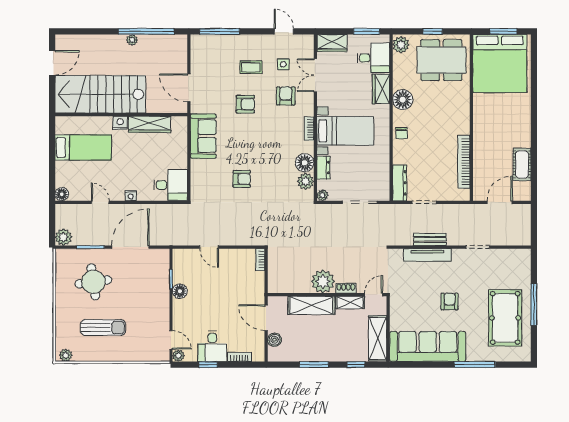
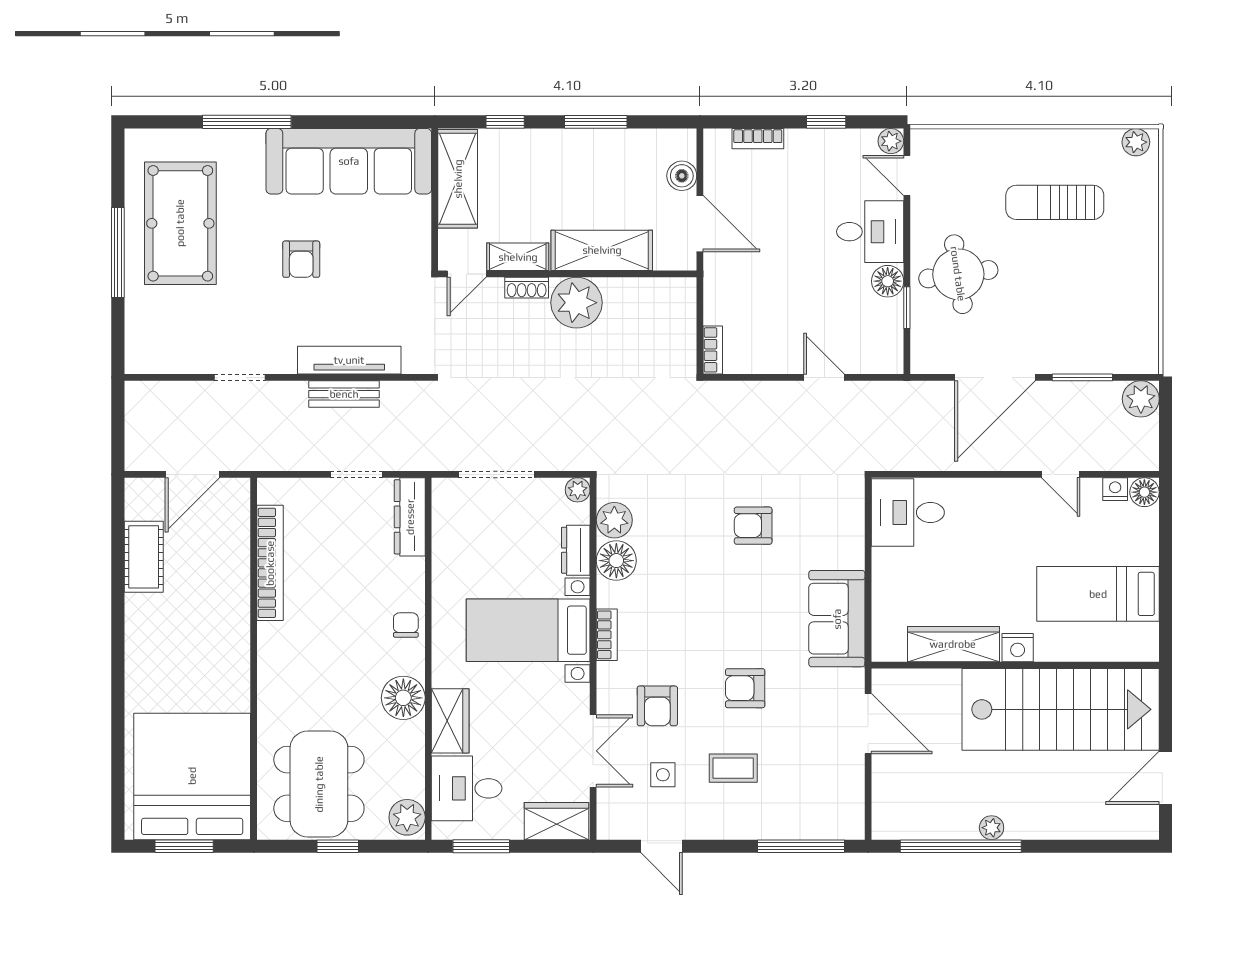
dining table: (441, 60) -> (319, 784), turned 90
nightstand: (131, 196) -> (1115, 489), moved
round table: (93, 282) -> (958, 274), moved
desk: (212, 346) -> (870, 232), moved, turned 90

